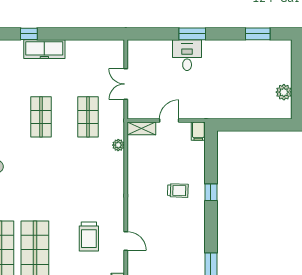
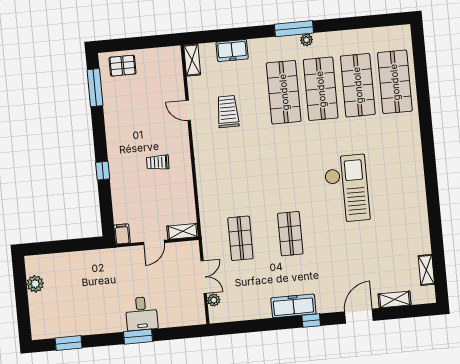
plant: (118, 145) -> (214, 300), moved
trolley: (178, 191) -> (158, 162), moved

